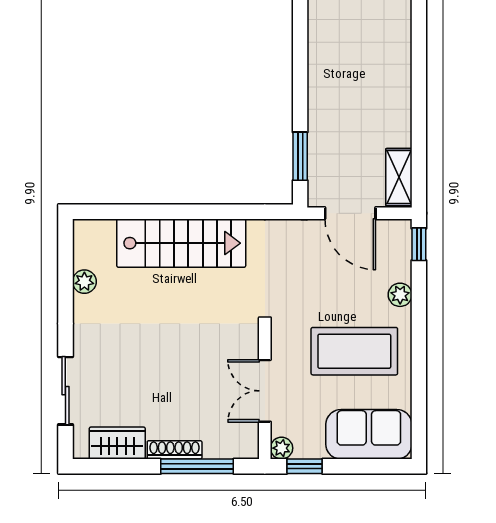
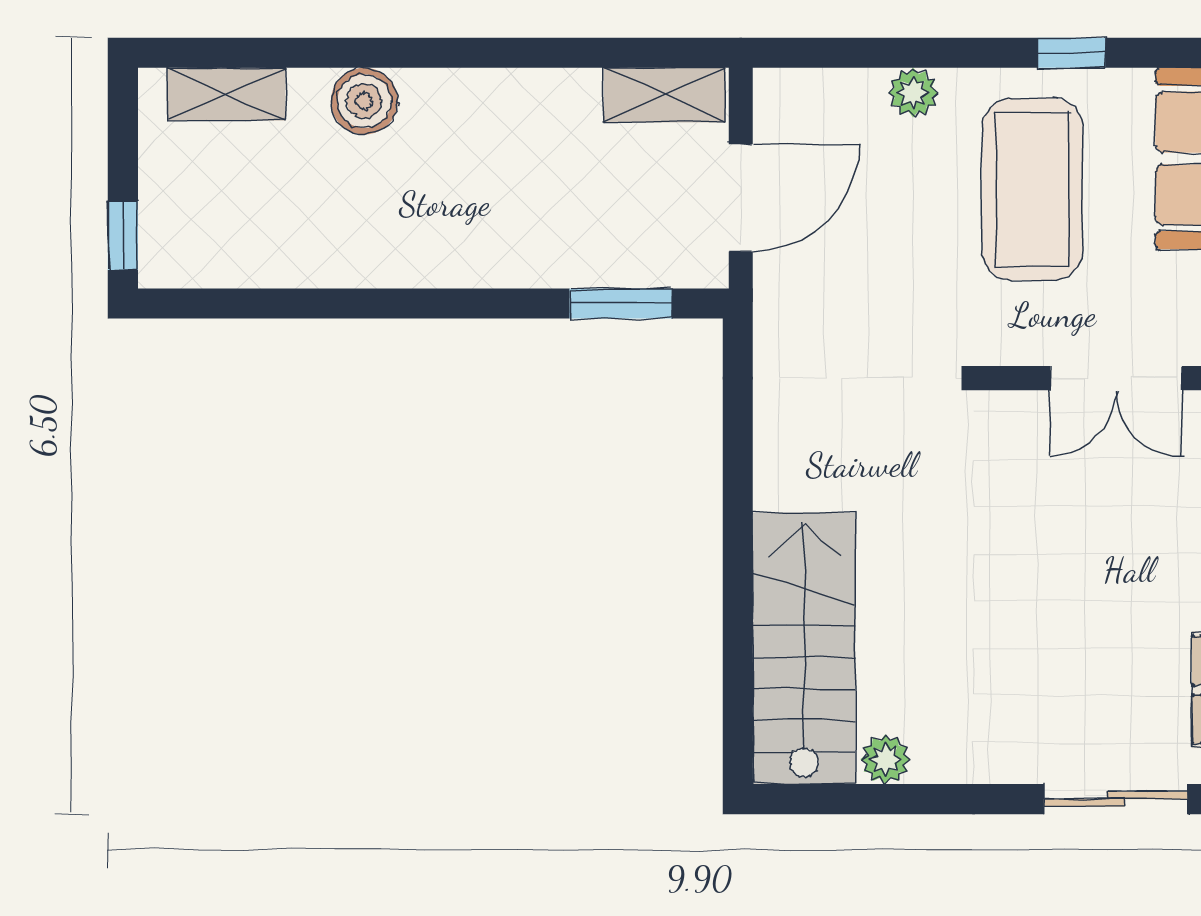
boiler: (396, 35) -> (364, 101), added
stairs: (181, 243) -> (804, 648), moved
window: (419, 244) -> (1071, 53), moved

